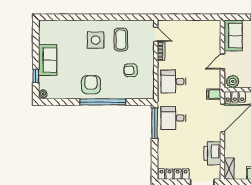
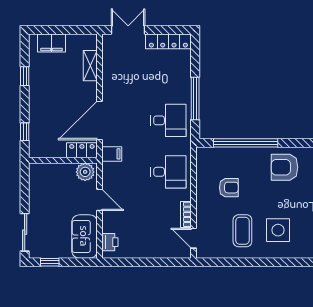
door: (222, 62) -> (100, 200), hinge flipped
armchair: (91, 85) -> (285, 167), turned 90
window: (103, 102) -> (246, 143), moved
window: (155, 123) -> (195, 98), moved
printer: (212, 153) -> (110, 242), moved, width x0.53, depth x0.68
shelving: (229, 169) -> (90, 66), moved

